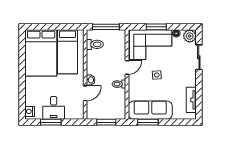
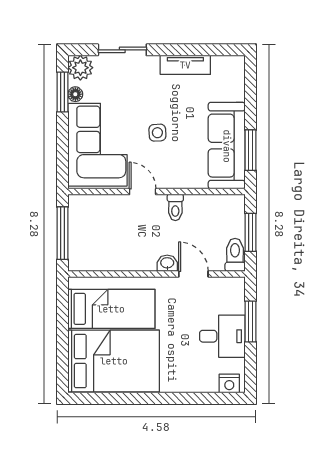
window: (156, 27) -> (63, 92), moved
toilet: (95, 44) -> (235, 255), moved
tv unit: (191, 100) -> (185, 65), moved
window: (51, 122) -> (250, 321), moved

